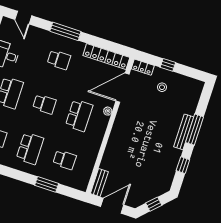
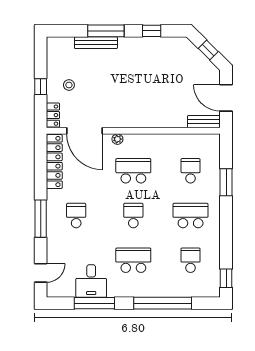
bench: (184, 132) -> (96, 43), moved

